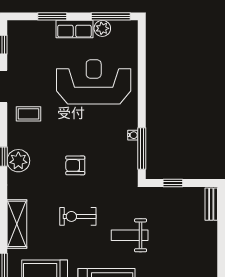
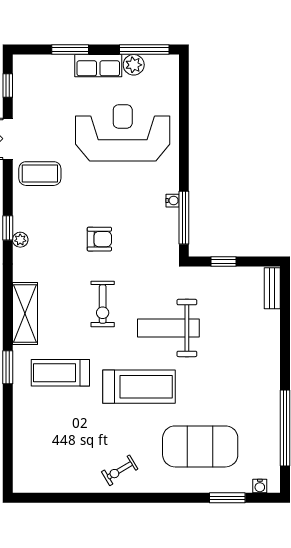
coffee table: (29, 114) -> (40, 174), width x1.36, depth x1.30
plant: (18, 161) -> (20, 240), width x0.53, depth x0.53
armchair: (75, 165) -> (99, 239), turned 180
exercise bike: (78, 216) -> (103, 304), turned -90
weight bench: (130, 235) -> (168, 328), width x1.36, depth x1.33

